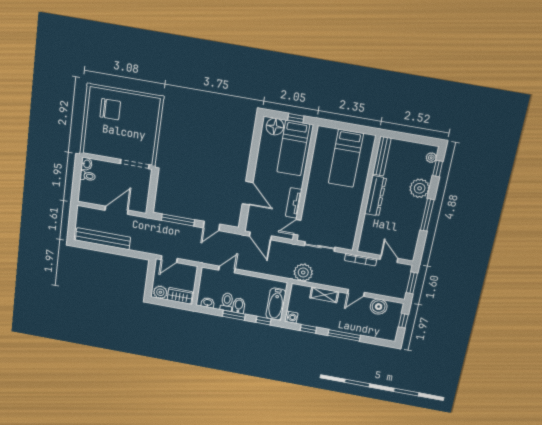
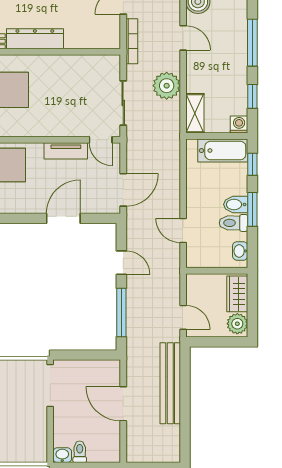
bench: (103, 239) -> (170, 383), moved
plant: (303, 272) -> (167, 86), moved
shelving: (324, 295) -> (195, 113), moved

